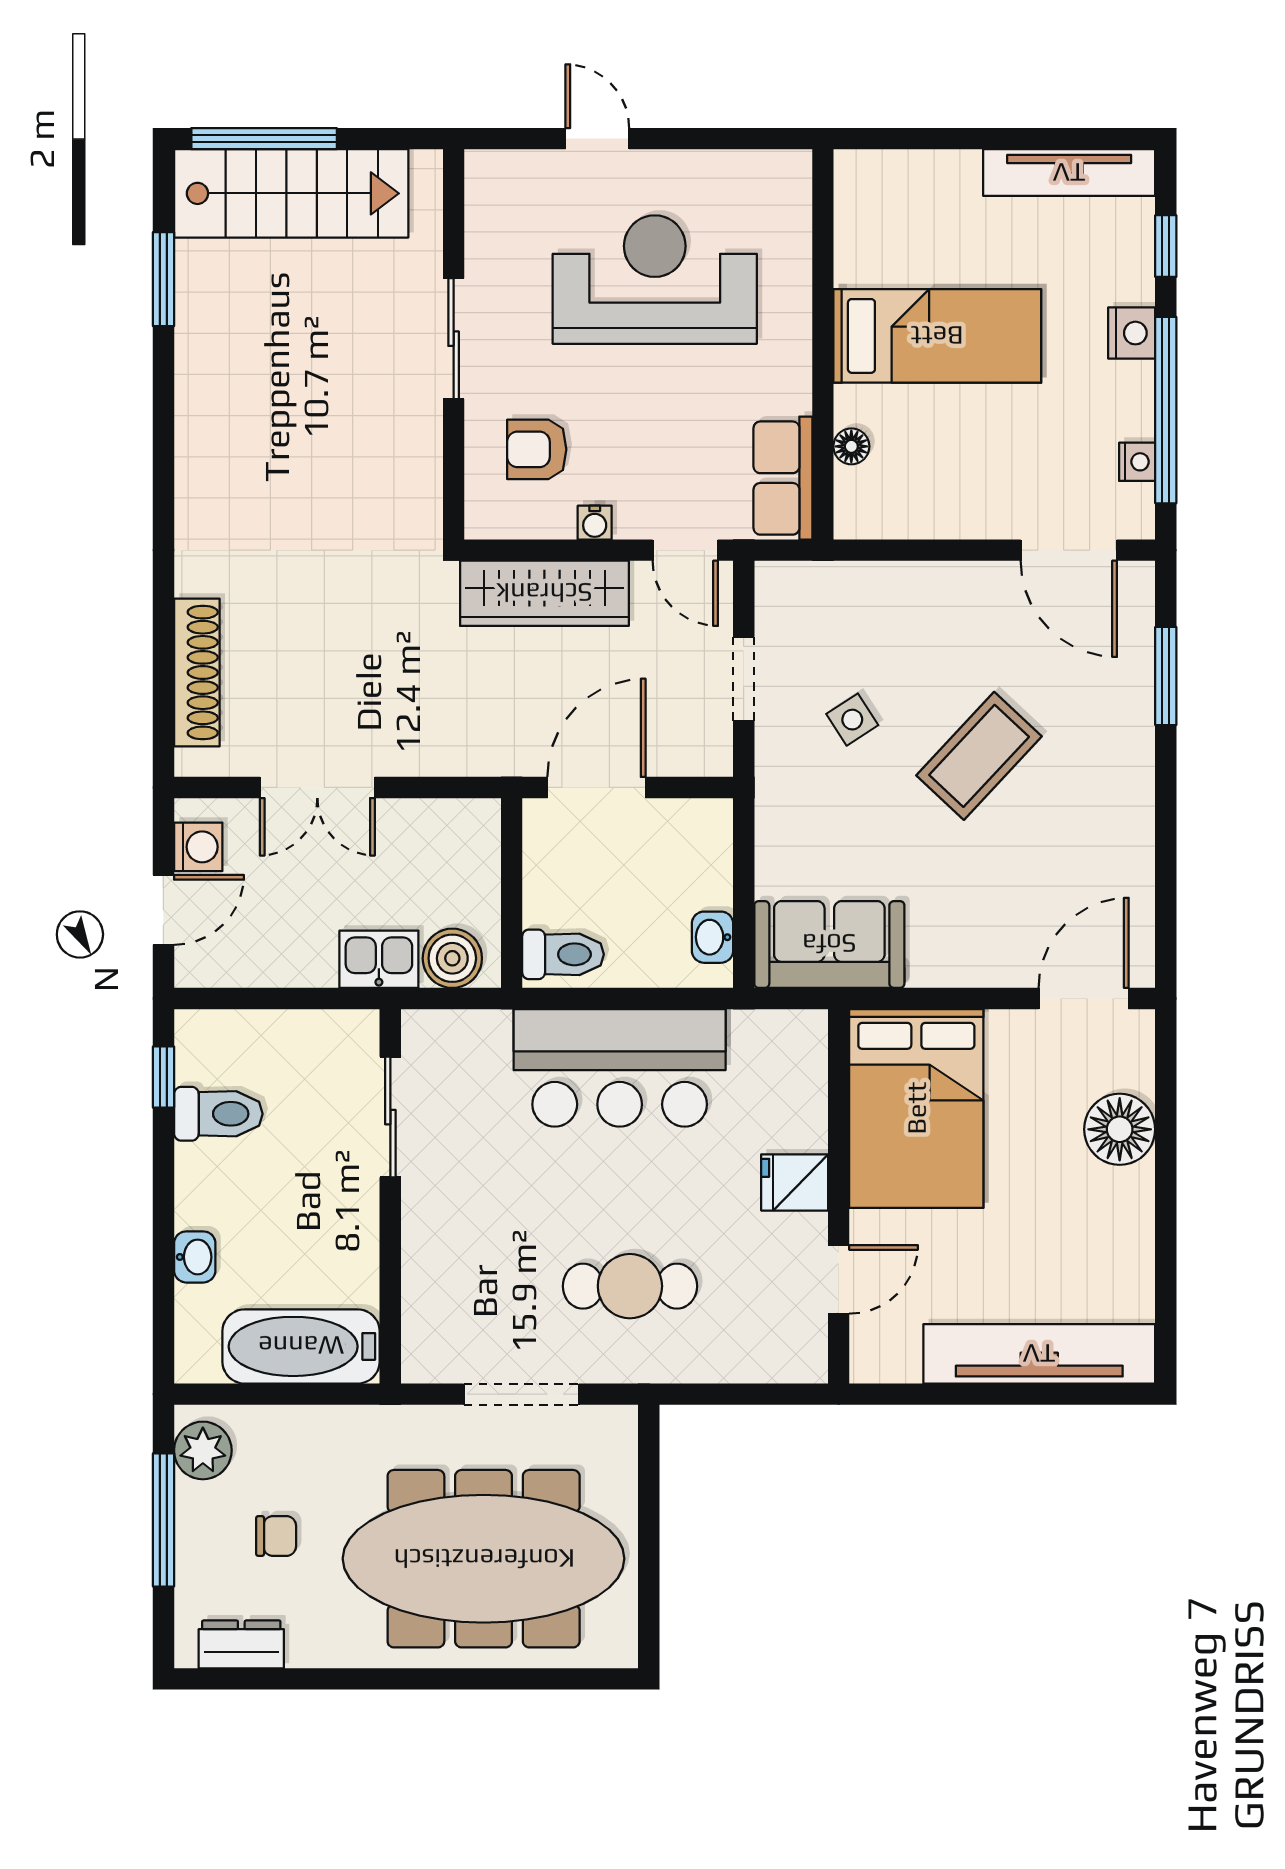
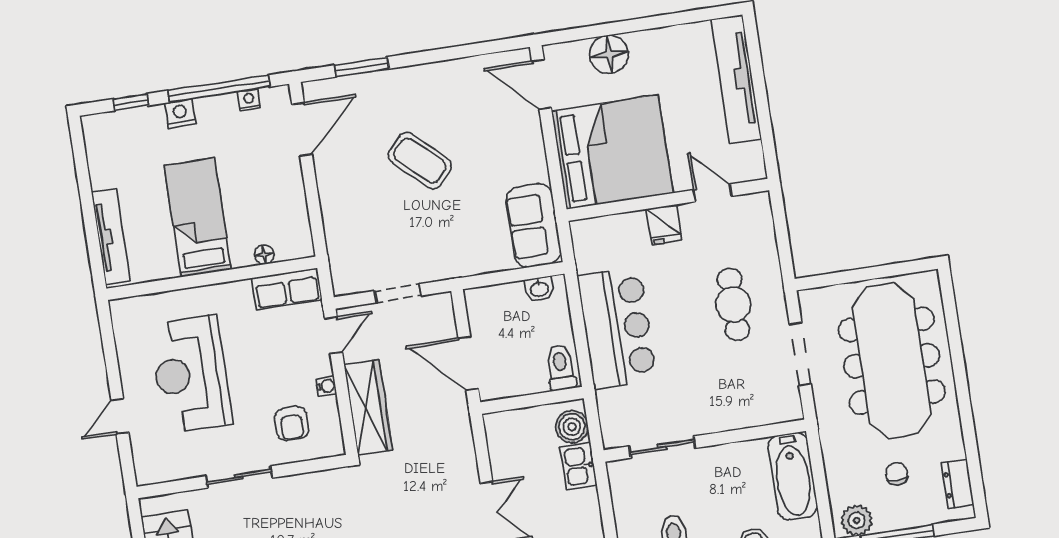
tv unit: (1069, 173) -> (111, 237), moved
side table: (852, 720) -> (411, 232), removed
bed: (916, 1108) -> (612, 152), width x1.36

